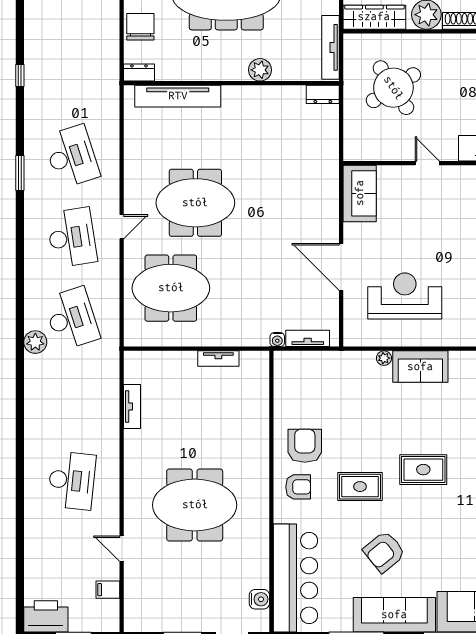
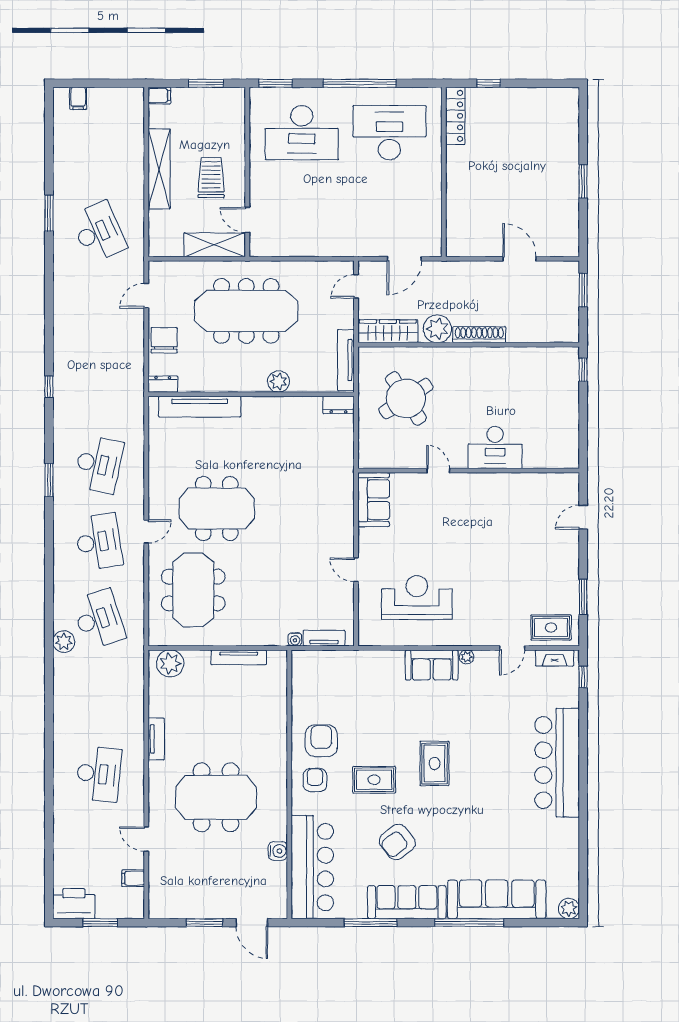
desk: (72, 156) -> (99, 464), turned 30
door: (341, 267) -> (356, 570), width x0.53
meeting table: (171, 288) -> (193, 590), turned 90
plant: (384, 358) -> (467, 657), moved
tv unit: (218, 359) -> (239, 657), width x1.41
plant: (147, 365) -> (170, 663), added
tv unit: (132, 407) -> (156, 739), moved
rug: (423, 470) -> (434, 763), turned 90
armchair: (298, 487) -> (315, 780), turned -90
water cooler: (259, 599) -> (278, 851), moved

